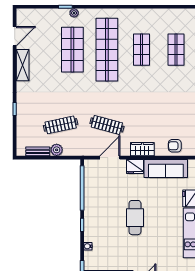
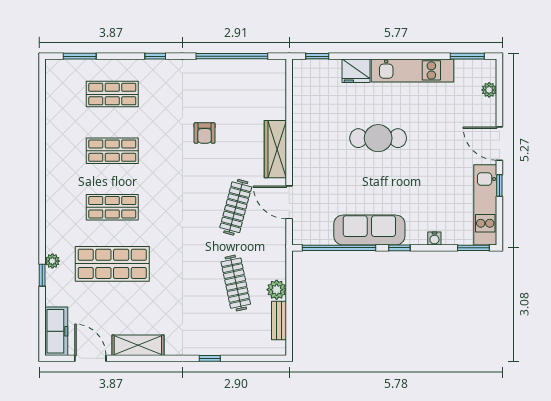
freezer: (31, 15) -> (56, 331), added
shop shelf: (107, 50) -> (112, 207), width x0.50, depth x0.74
armchair: (175, 146) -> (205, 133), moved
wardrobe: (142, 149) -> (275, 149), width x1.50
fridge: (135, 166) -> (304, 161), removed
sofa: (166, 168) -> (369, 230), moved, turned -90
cafe table: (135, 218) -> (378, 138), moved

